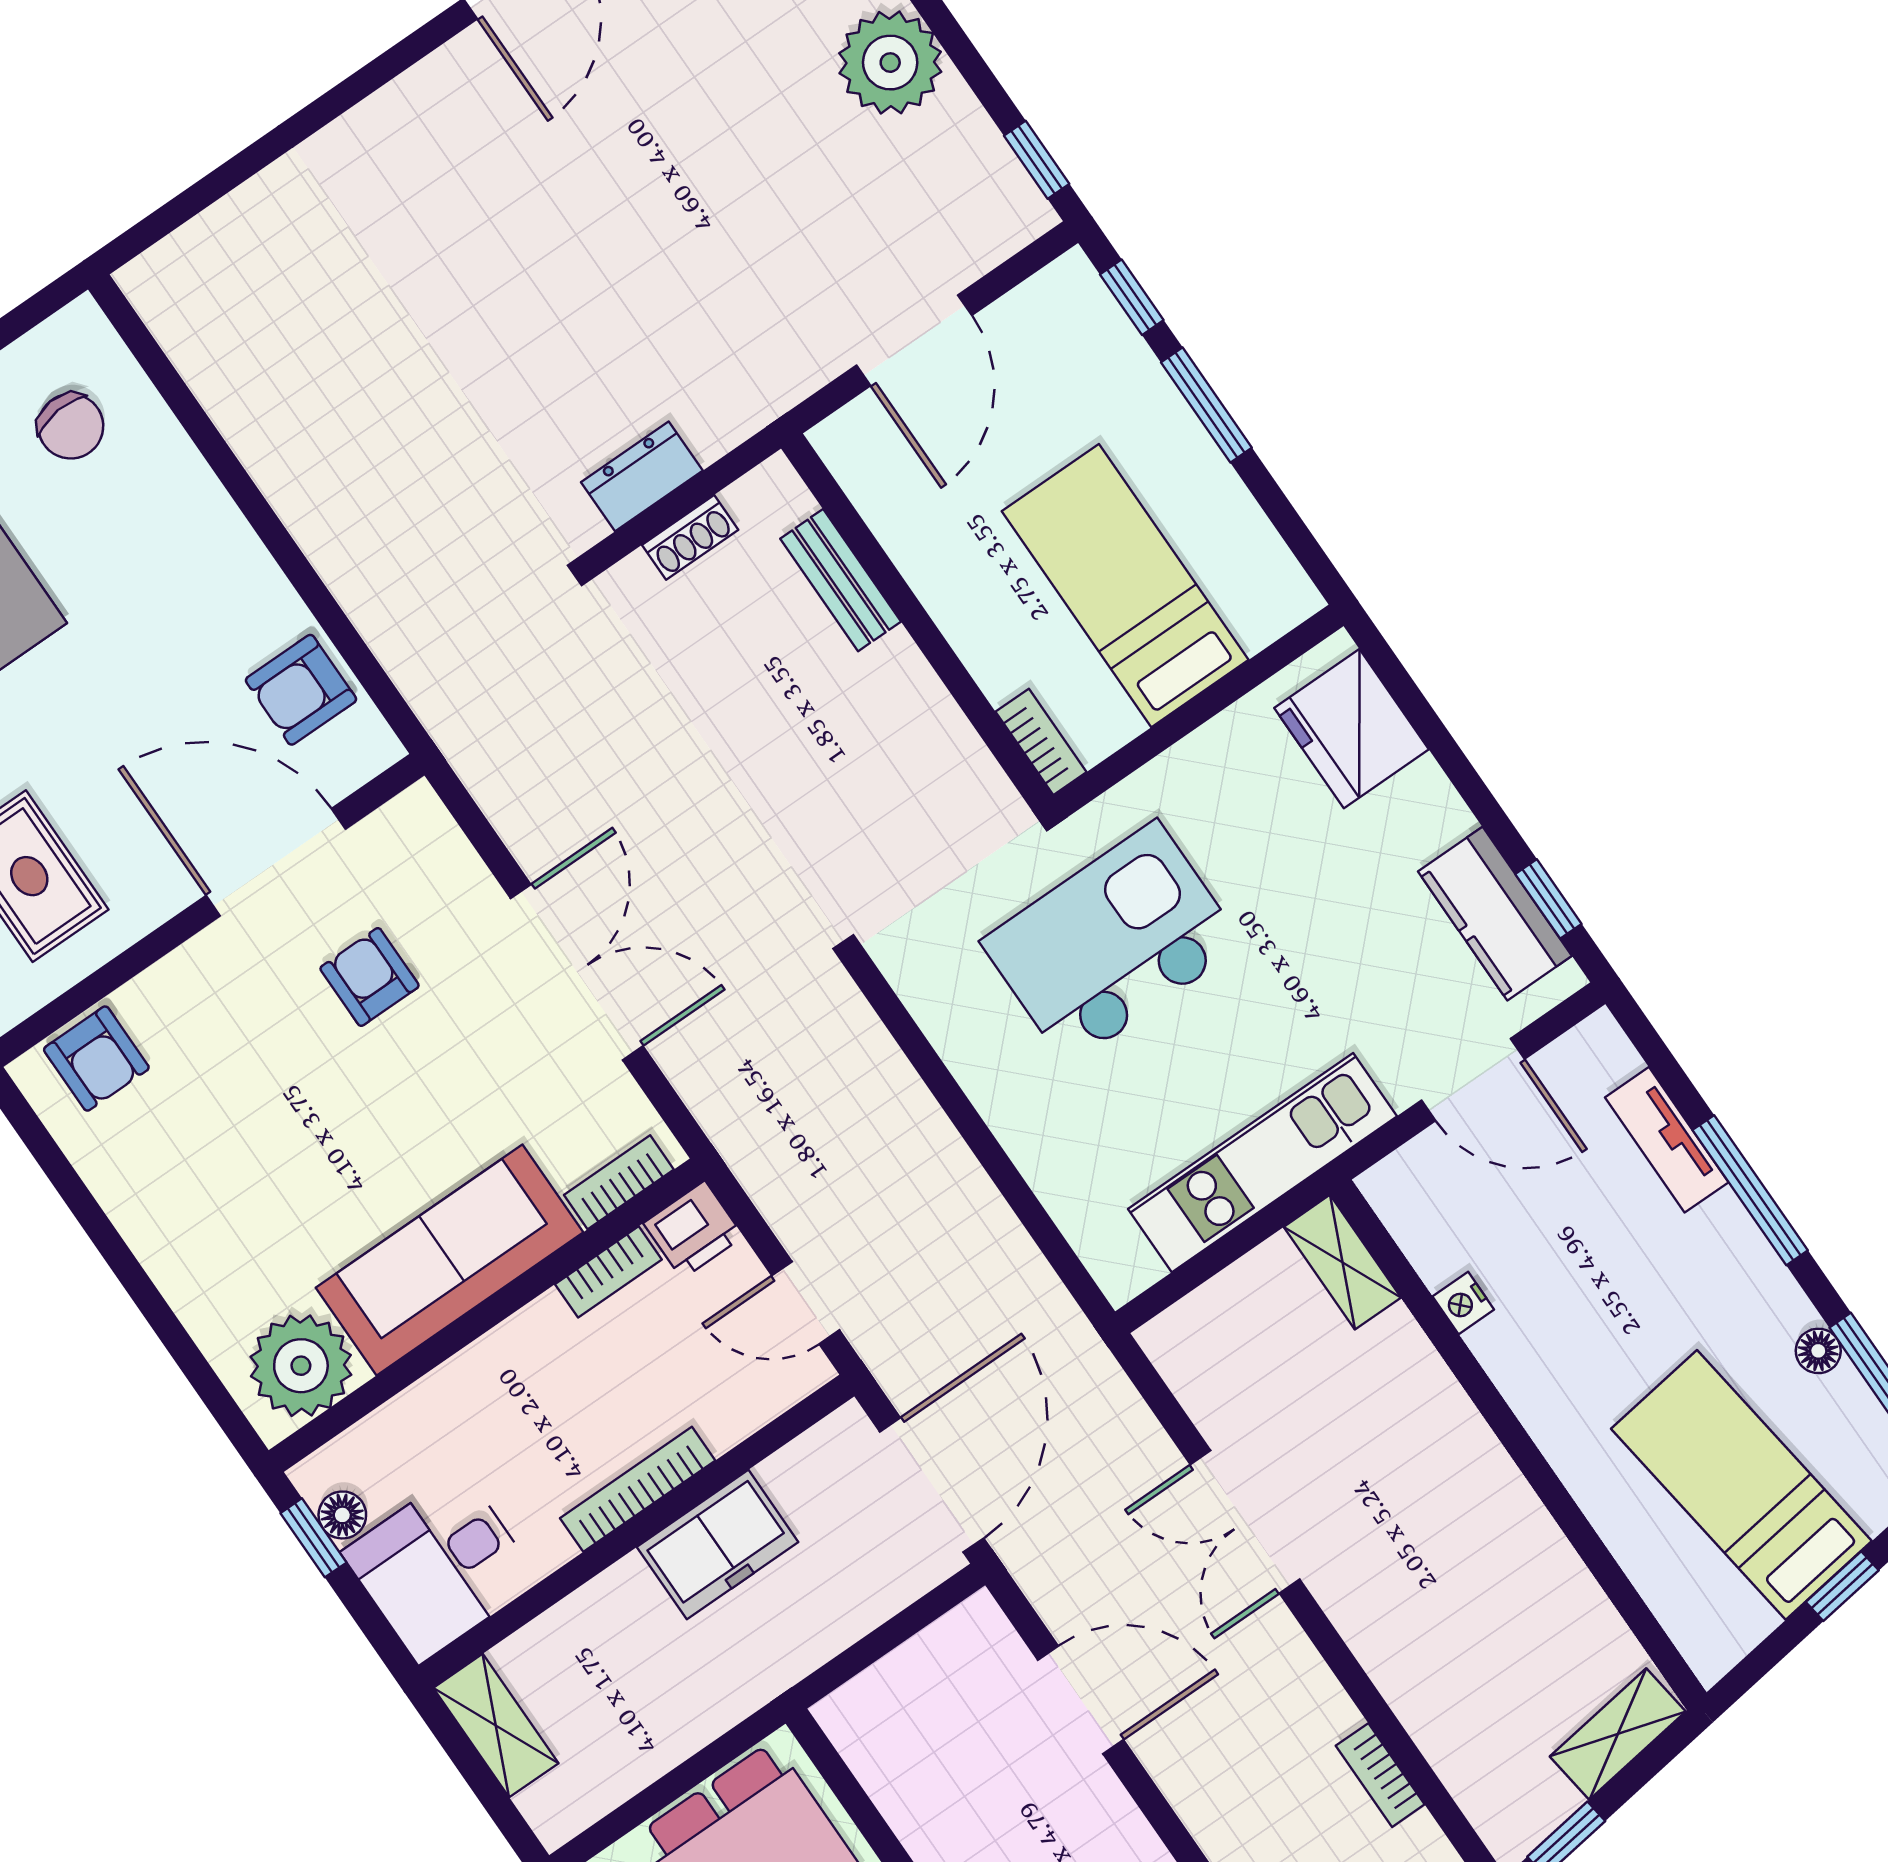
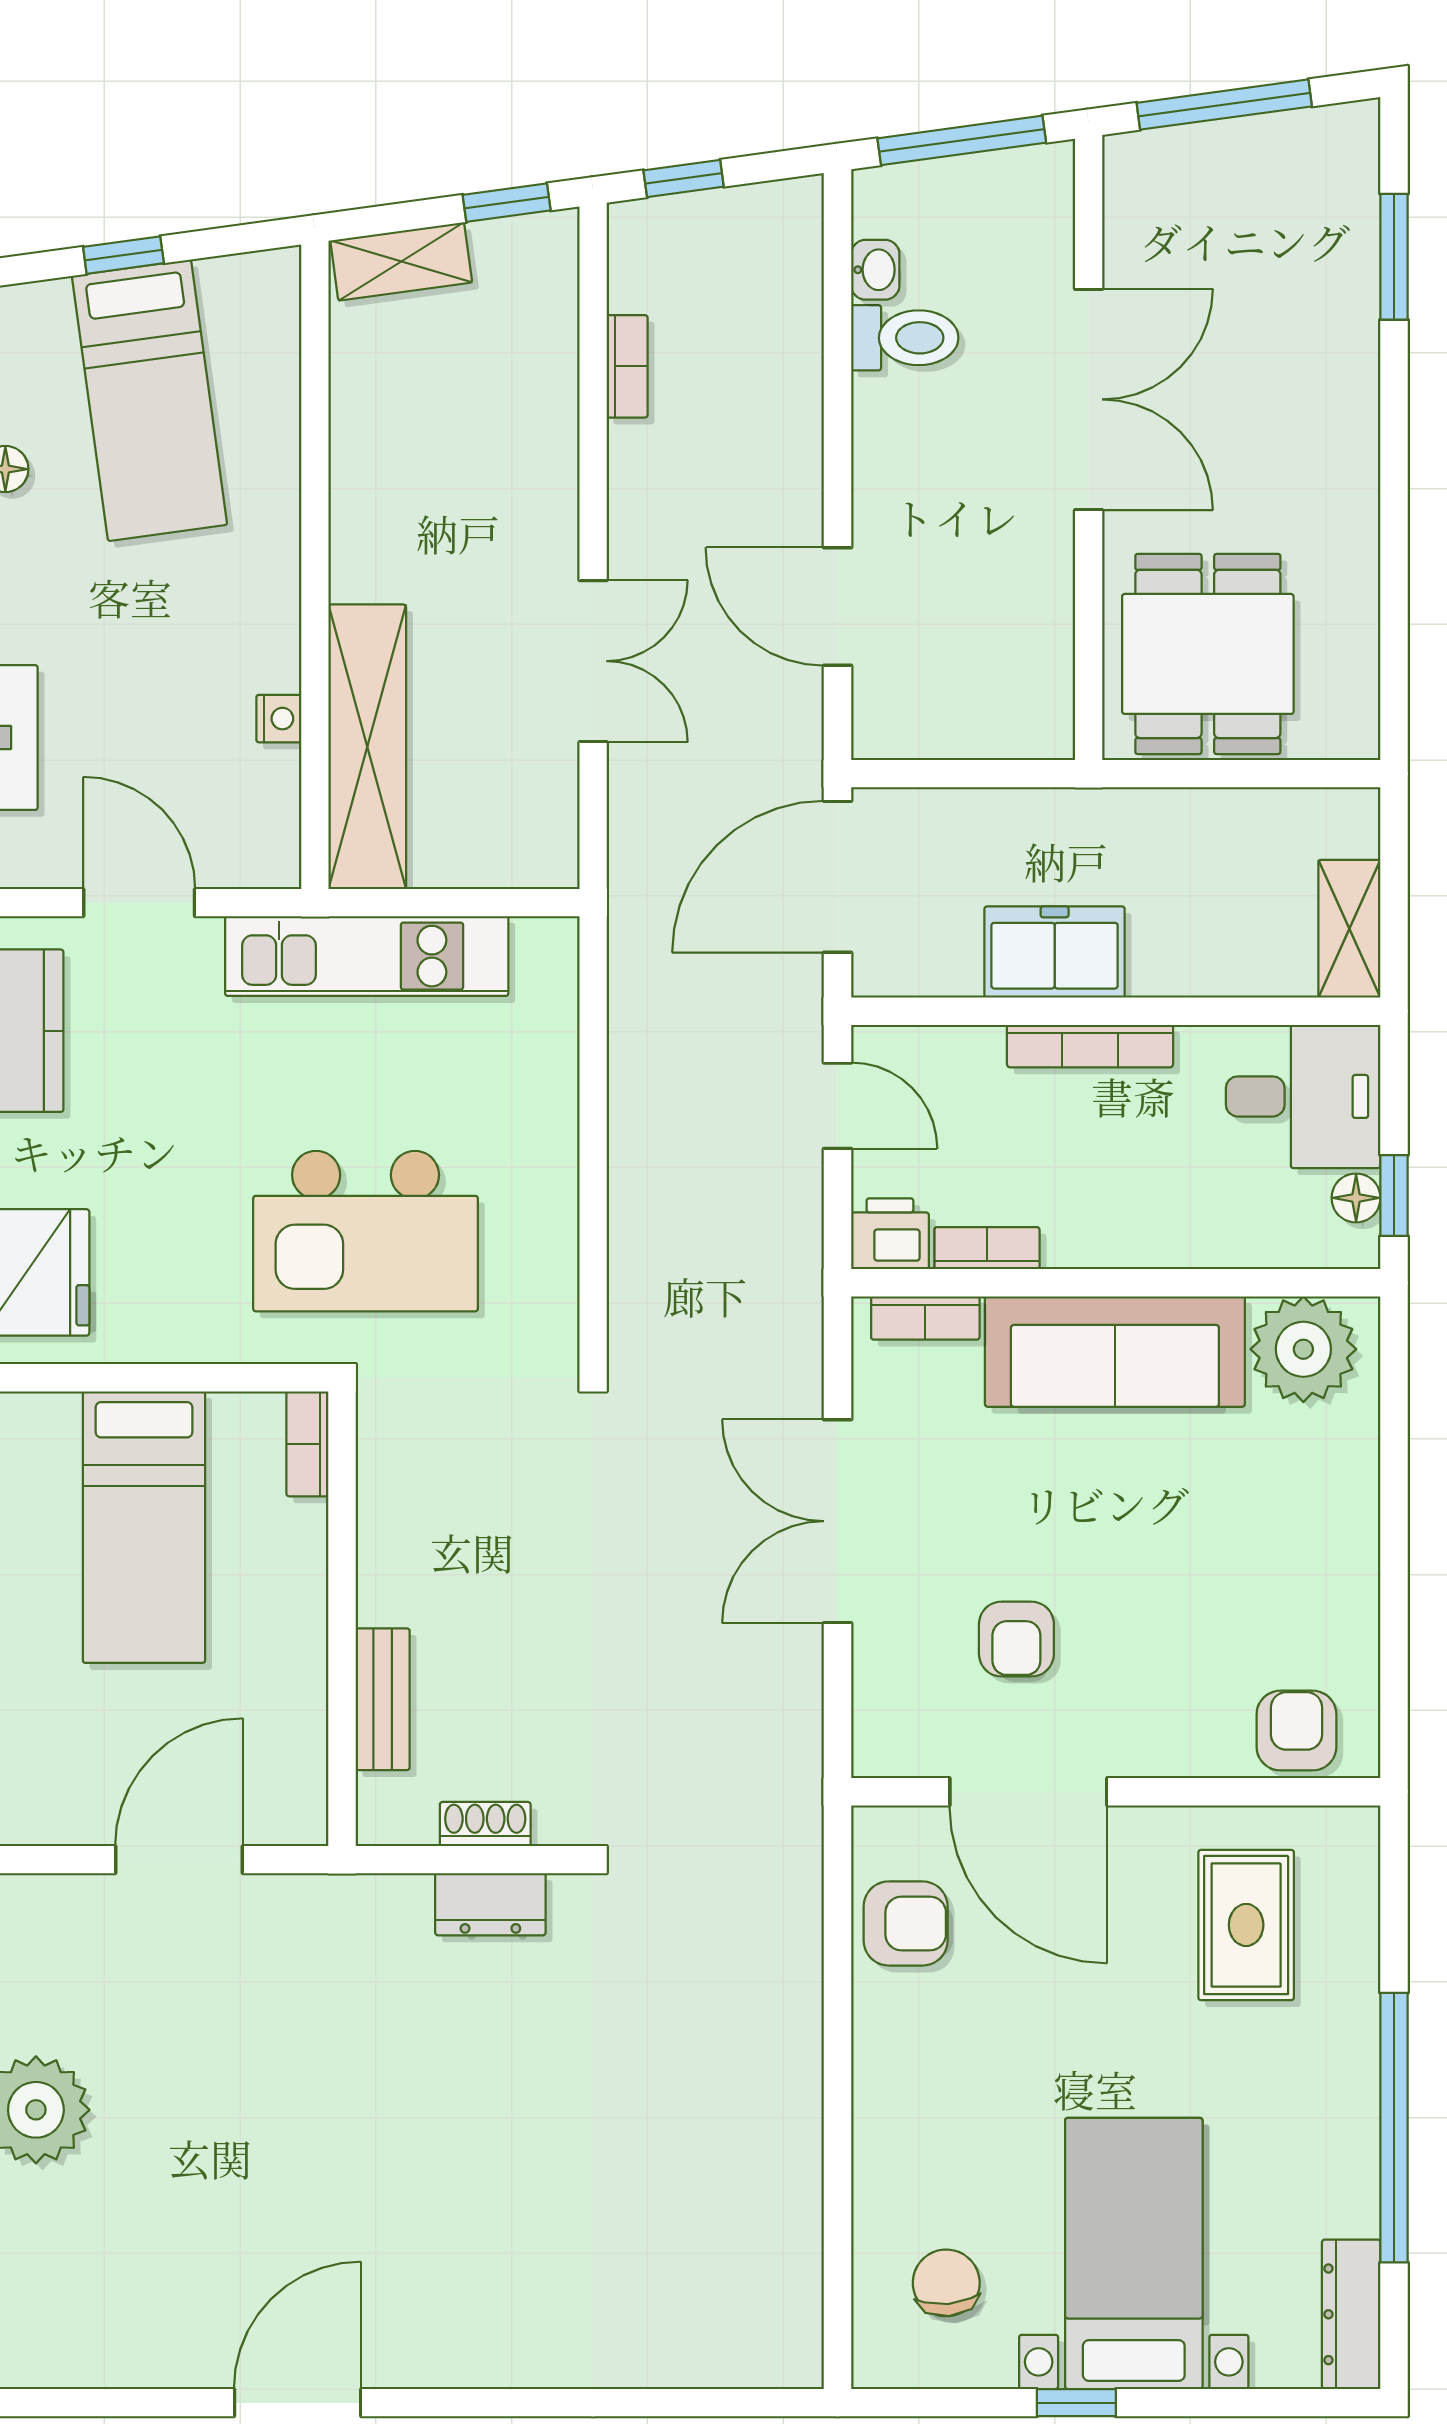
shelving: (1342, 1262) -> (367, 747), width x2.20, depth x1.33

